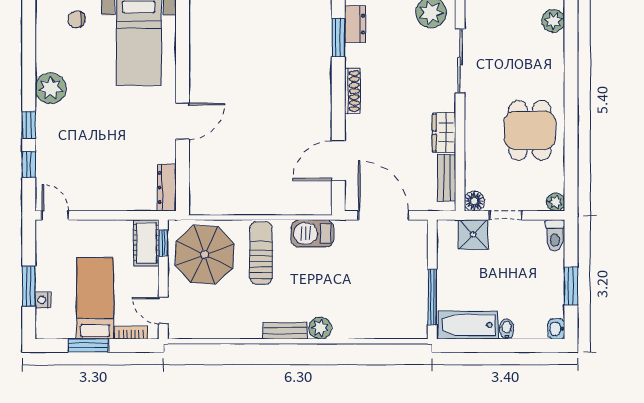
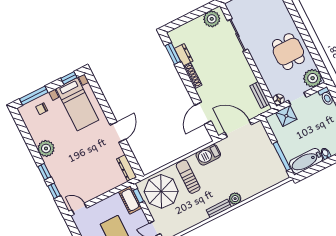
dresser: (355, 24) -> (184, 55), moved
wardrobe: (444, 133) -> (247, 74), removed
plant: (556, 202) -> (313, 78), width x1.88, depth x1.88

